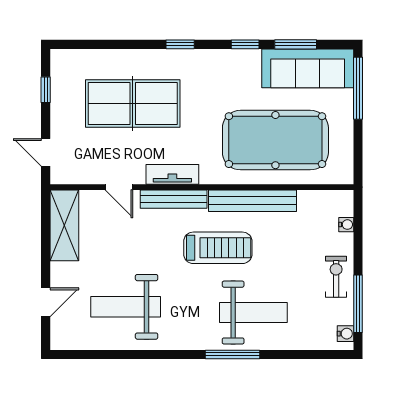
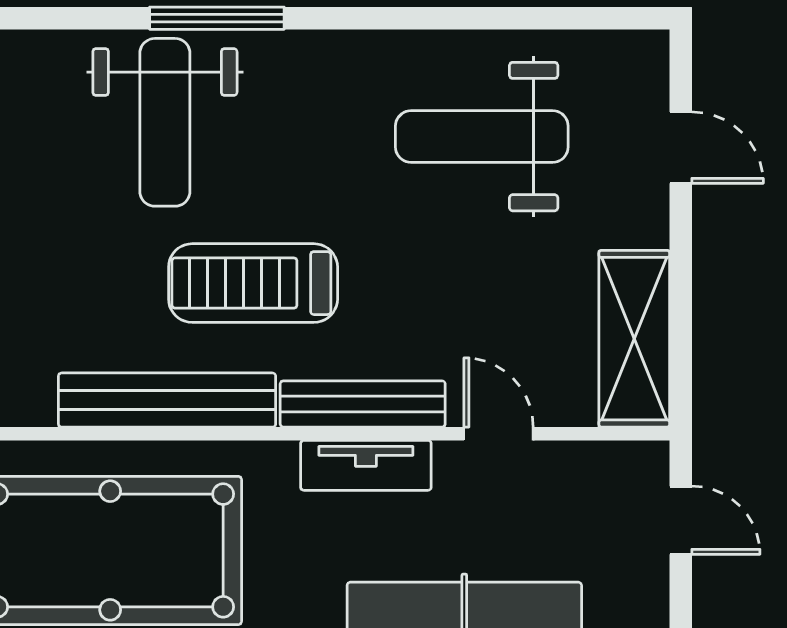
door: (46, 302) -> (681, 148), swing flipped
weight bench: (126, 307) -> (482, 137), turned 180
weight bench: (253, 313) -> (165, 122), turned -90

